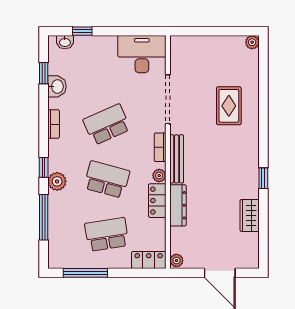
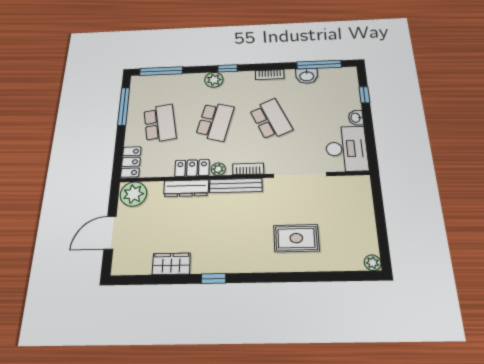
washbasin: (65, 42) -> (356, 118), moved
window: (44, 73) -> (319, 65), width x2.17
window: (44, 217) -> (161, 71), moved
plant: (176, 261) -> (133, 194), width x1.88, depth x1.88

